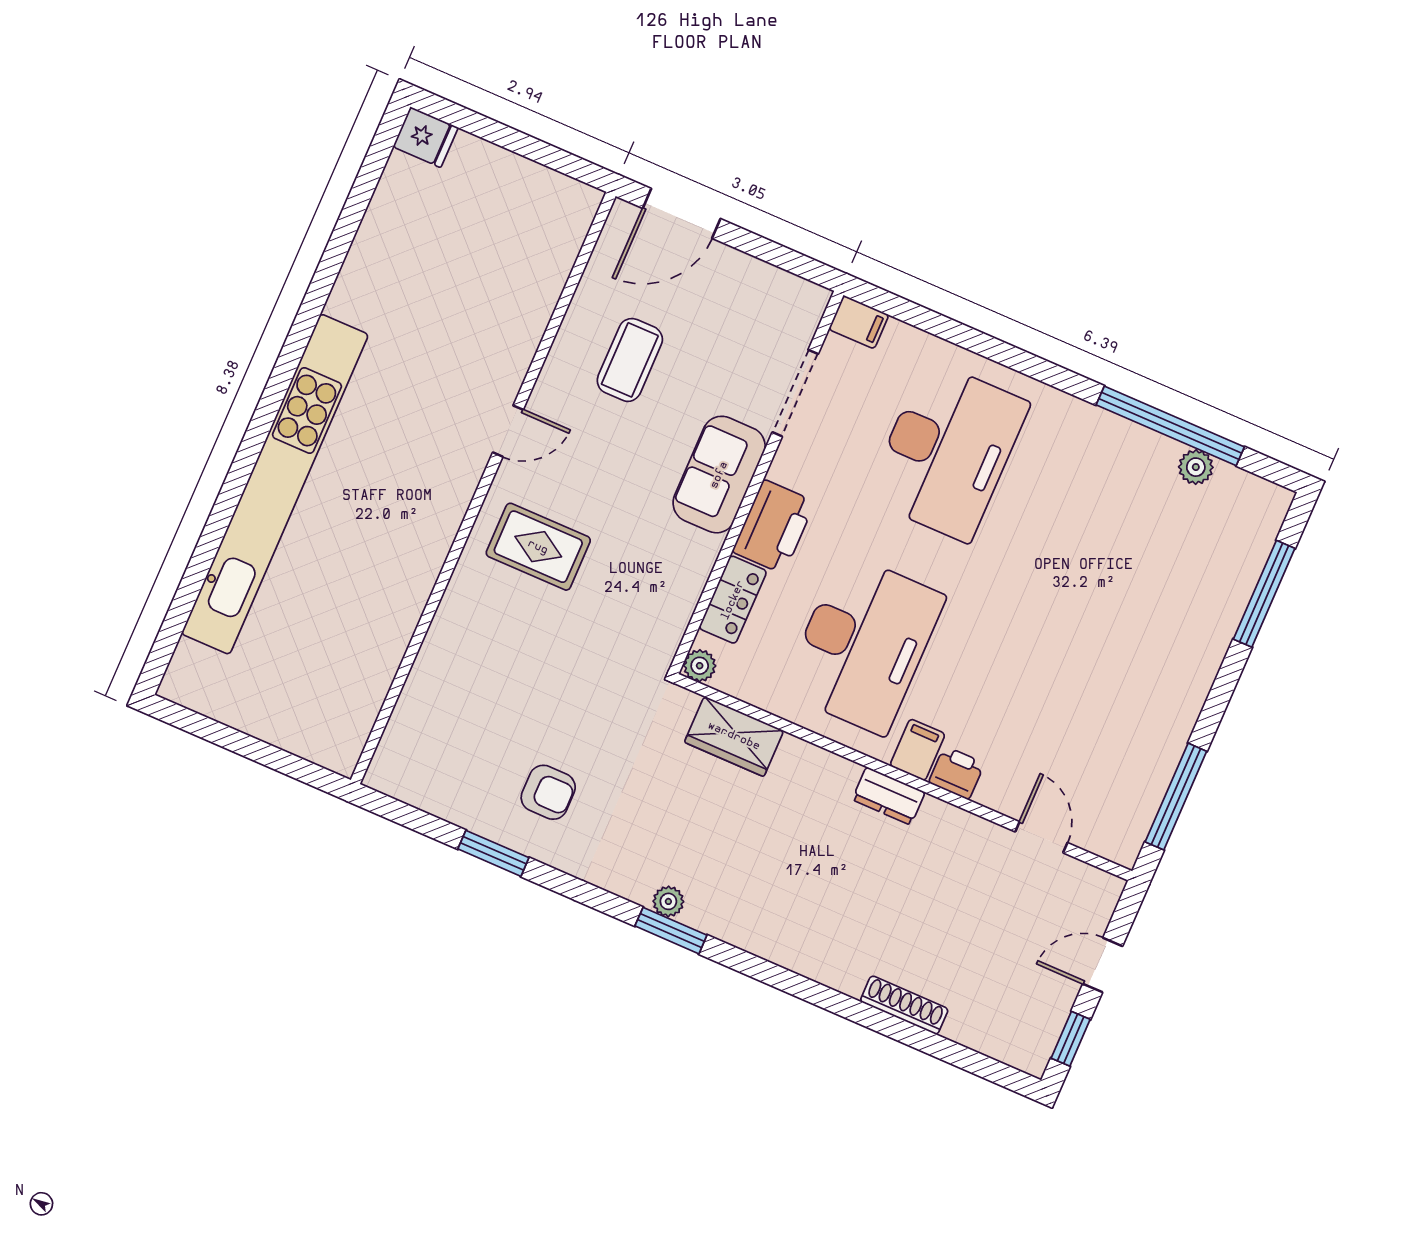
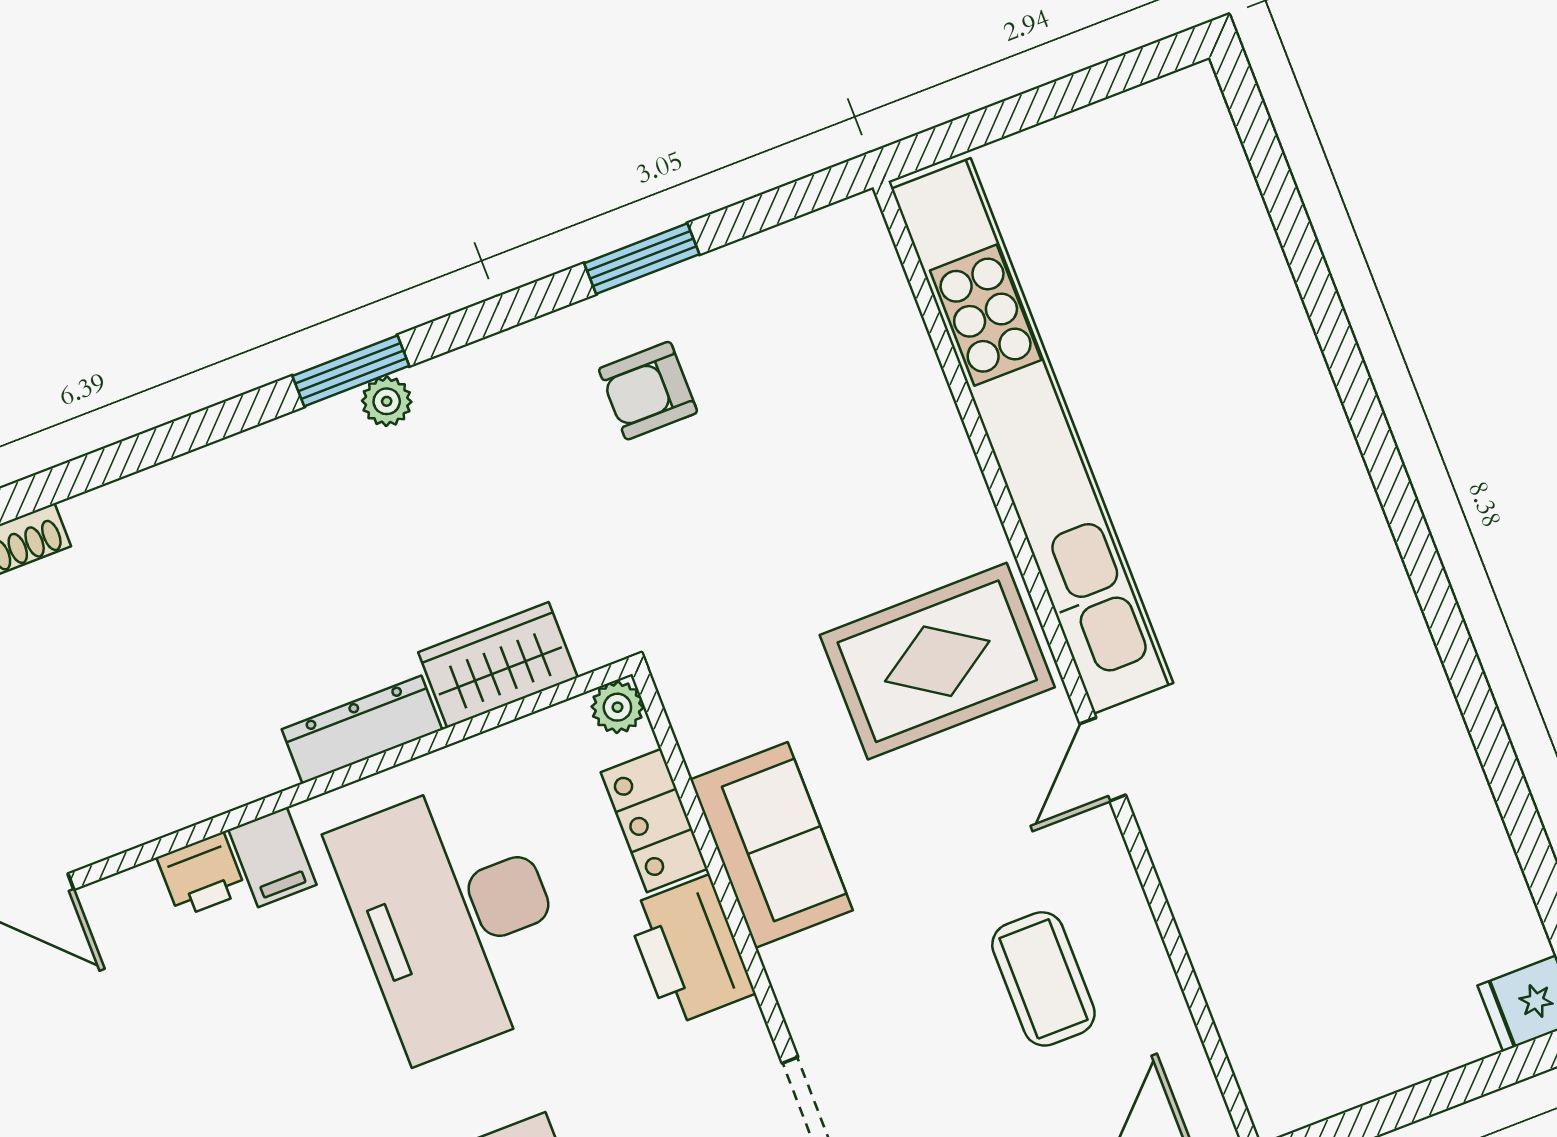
sofa: (719, 475) -> (771, 845), moved
kitchen unit: (275, 484) -> (1032, 436), moved, turned 180
rug: (538, 547) -> (937, 661), width x1.36, depth x1.43
dresser: (889, 796) -> (362, 730), moved, width x1.44

